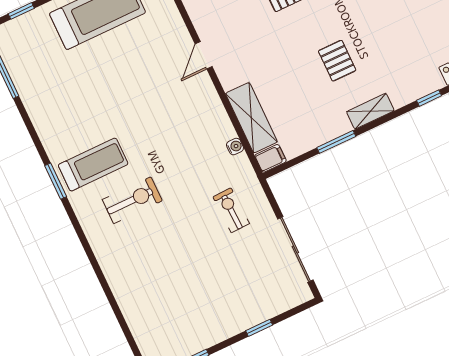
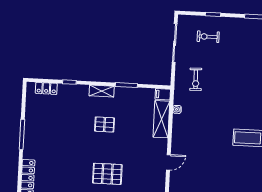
pallet: (337, 61) -> (105, 124), turned 90
exercise bike: (132, 200) -> (208, 37), moved, width x0.73, depth x0.72

